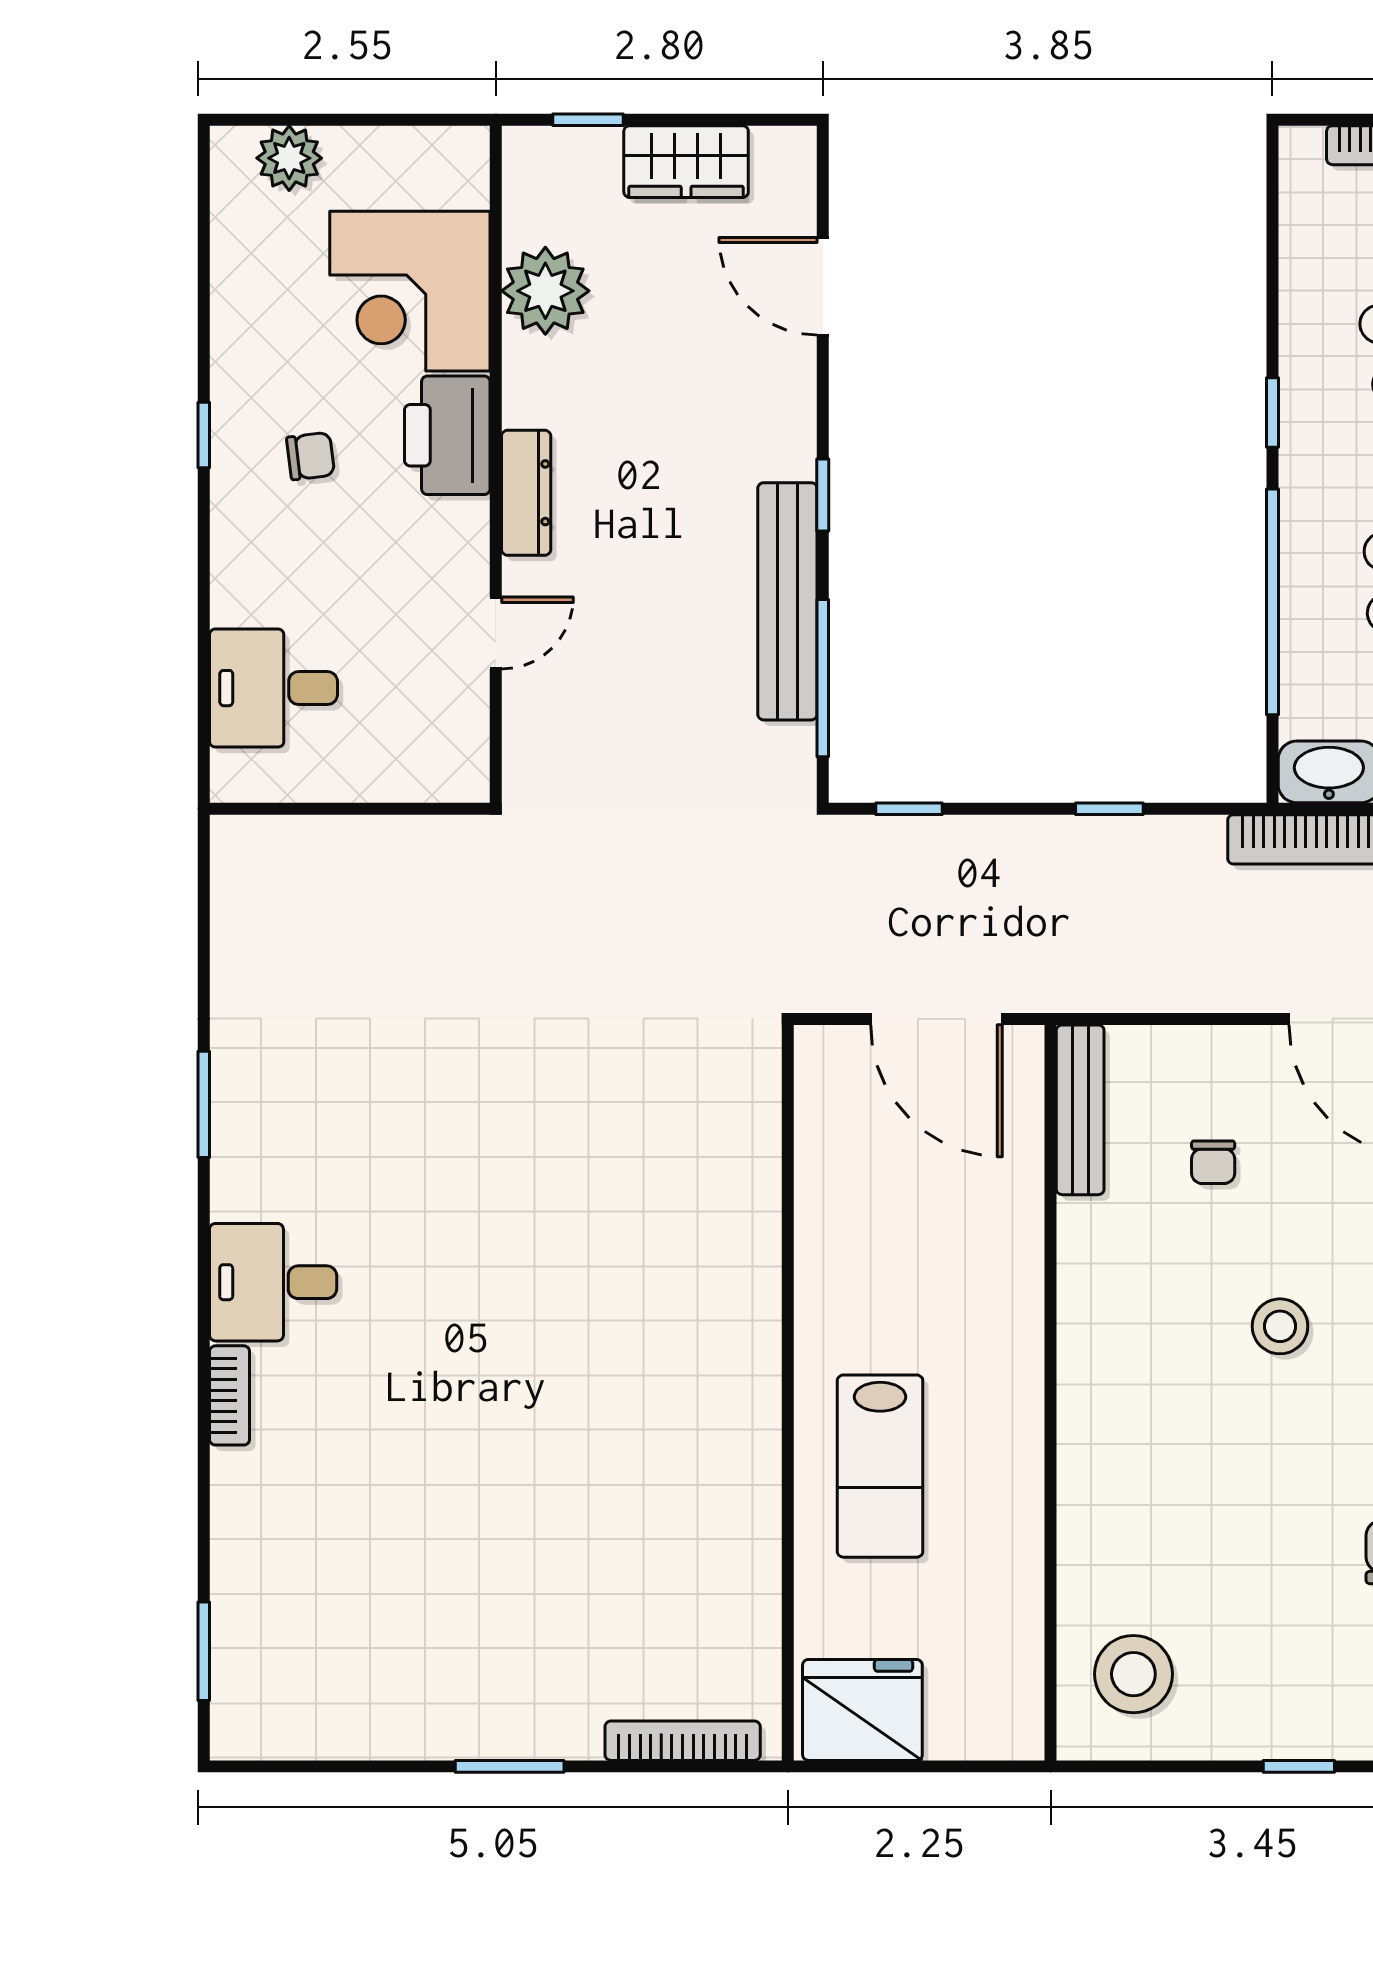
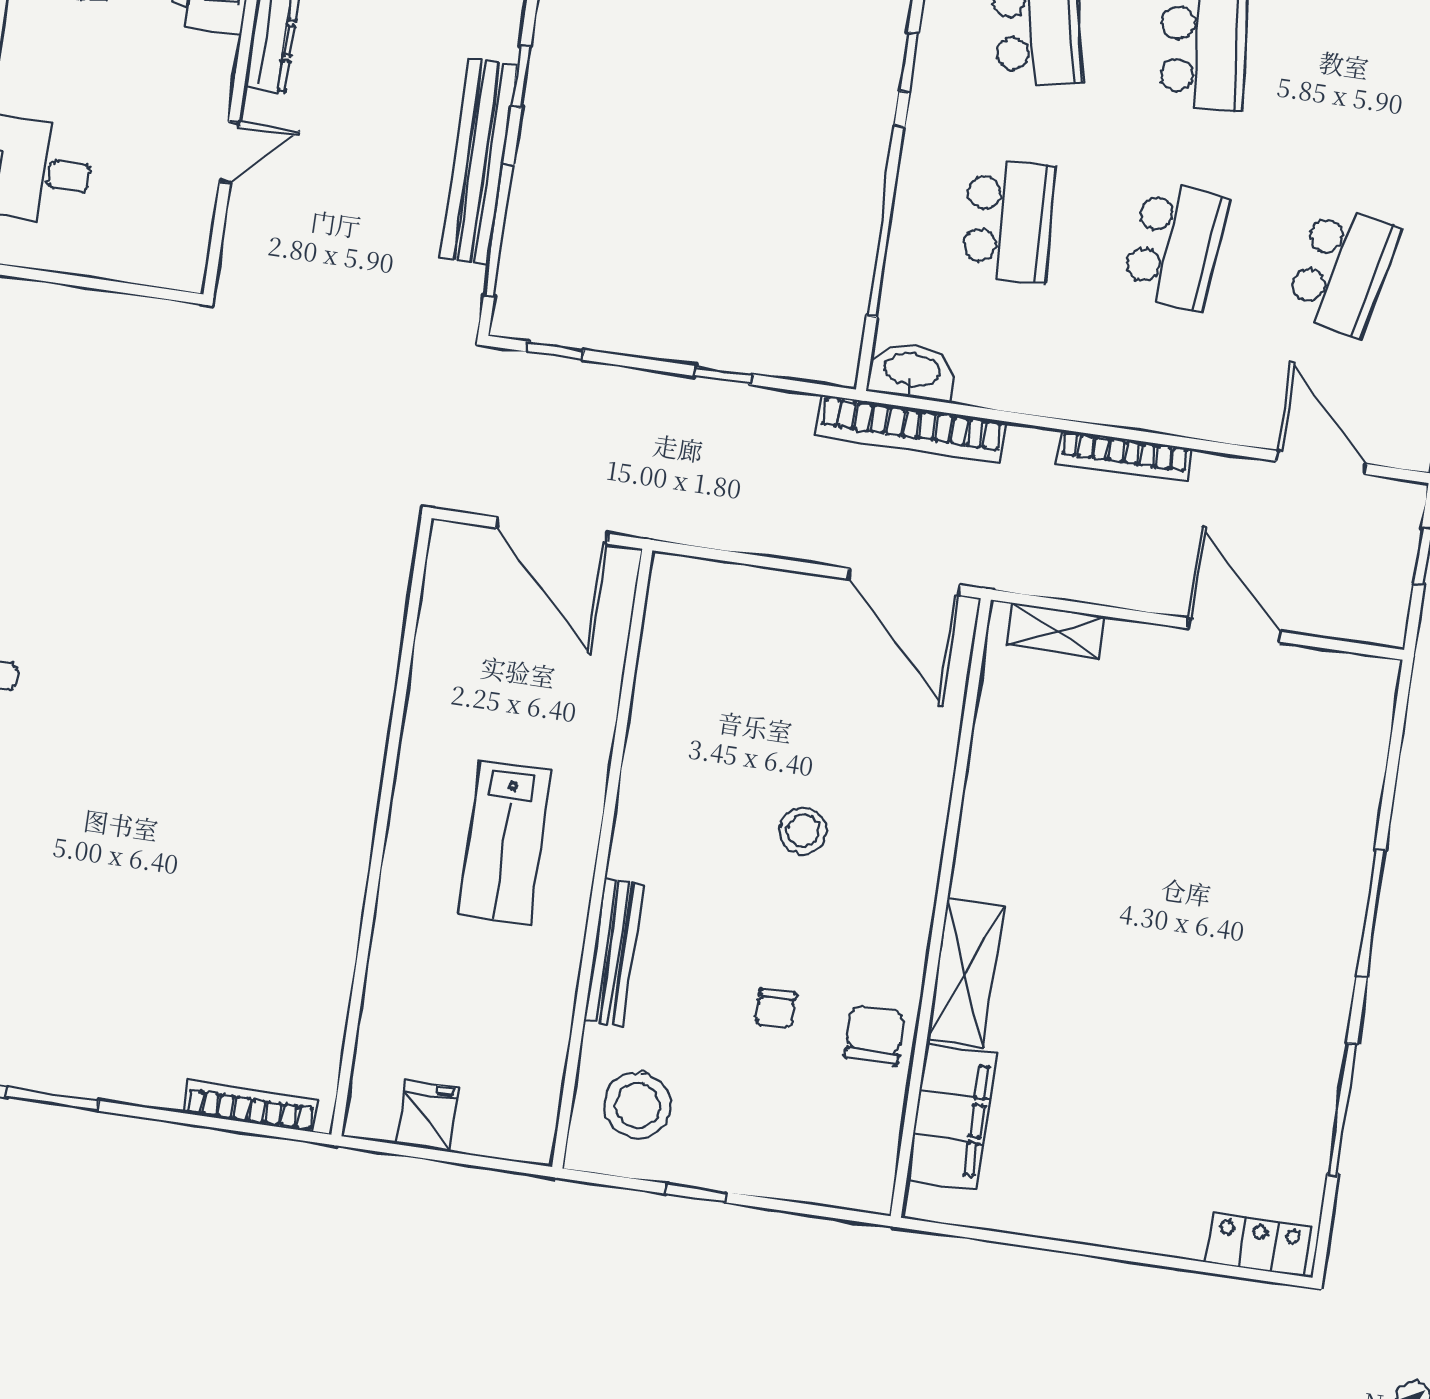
bench: (1080, 1110) -> (614, 953), moved
chair: (1213, 1162) -> (776, 1008), moved
lab bench: (880, 1466) -> (505, 843), moved
fridge: (862, 1710) -> (427, 1116), width x0.53, depth x0.75
window: (510, 1766) -> (52, 1099), moved
window: (1299, 1766) -> (696, 1193), moved

